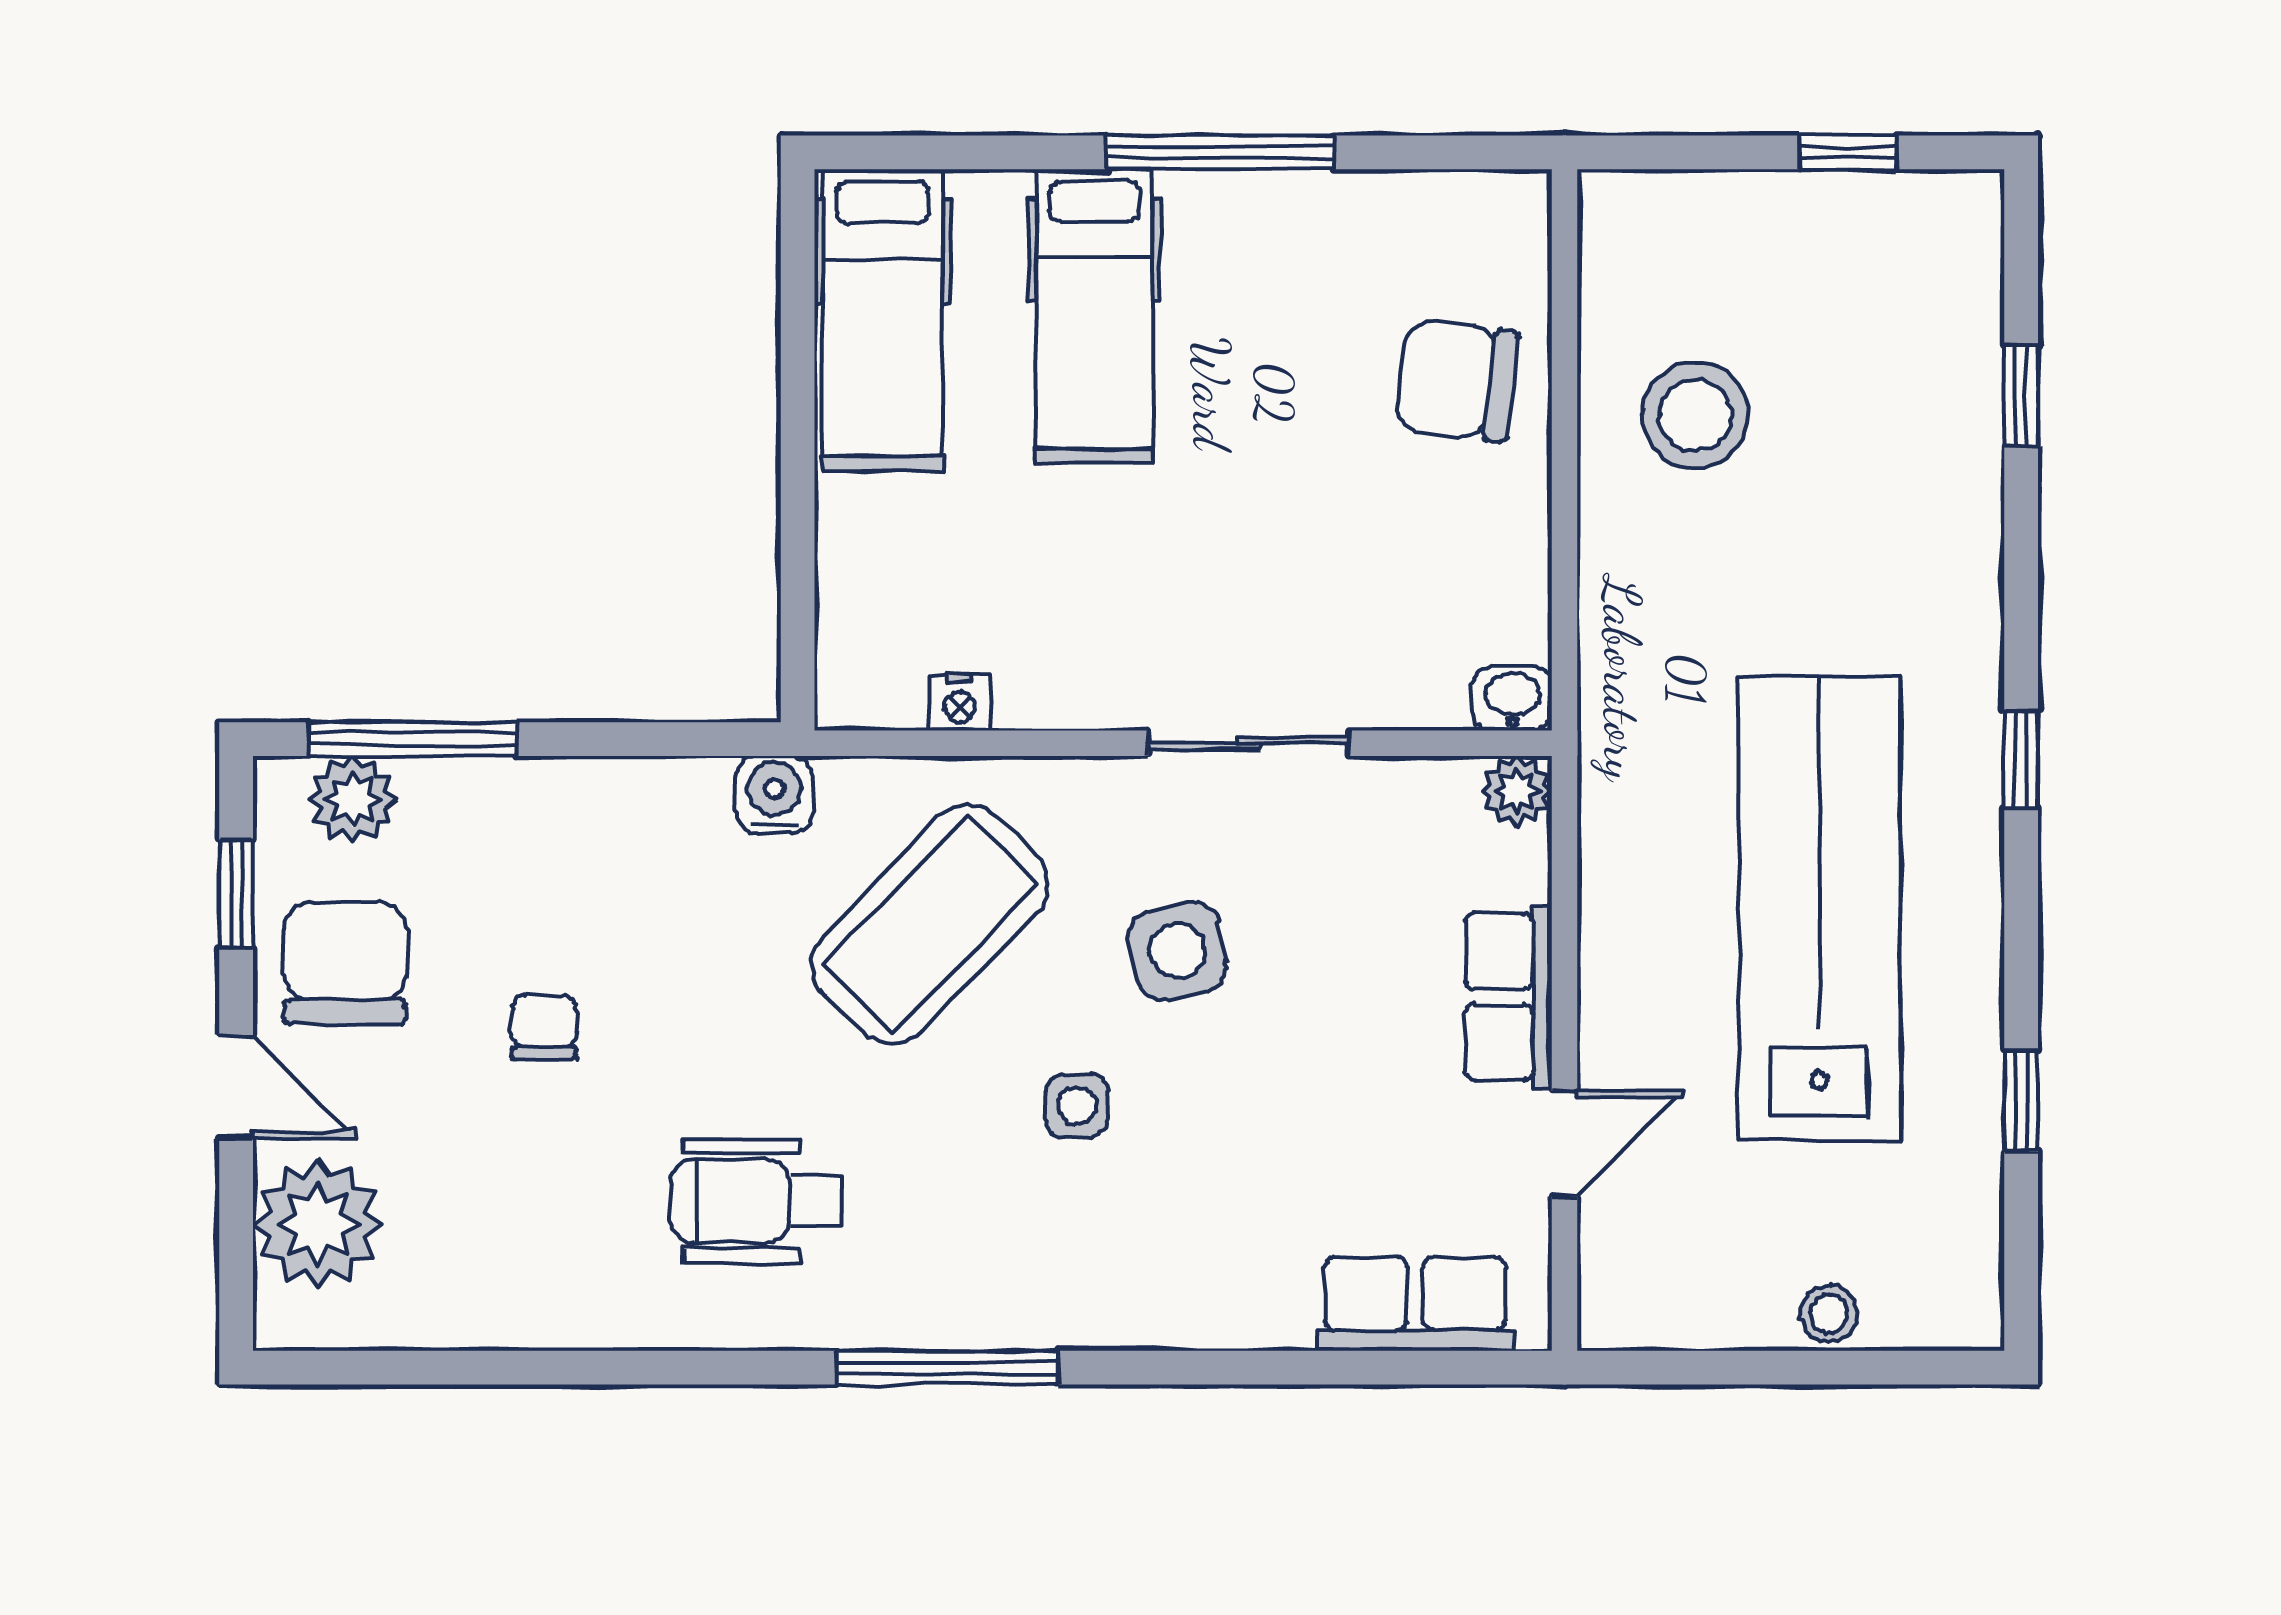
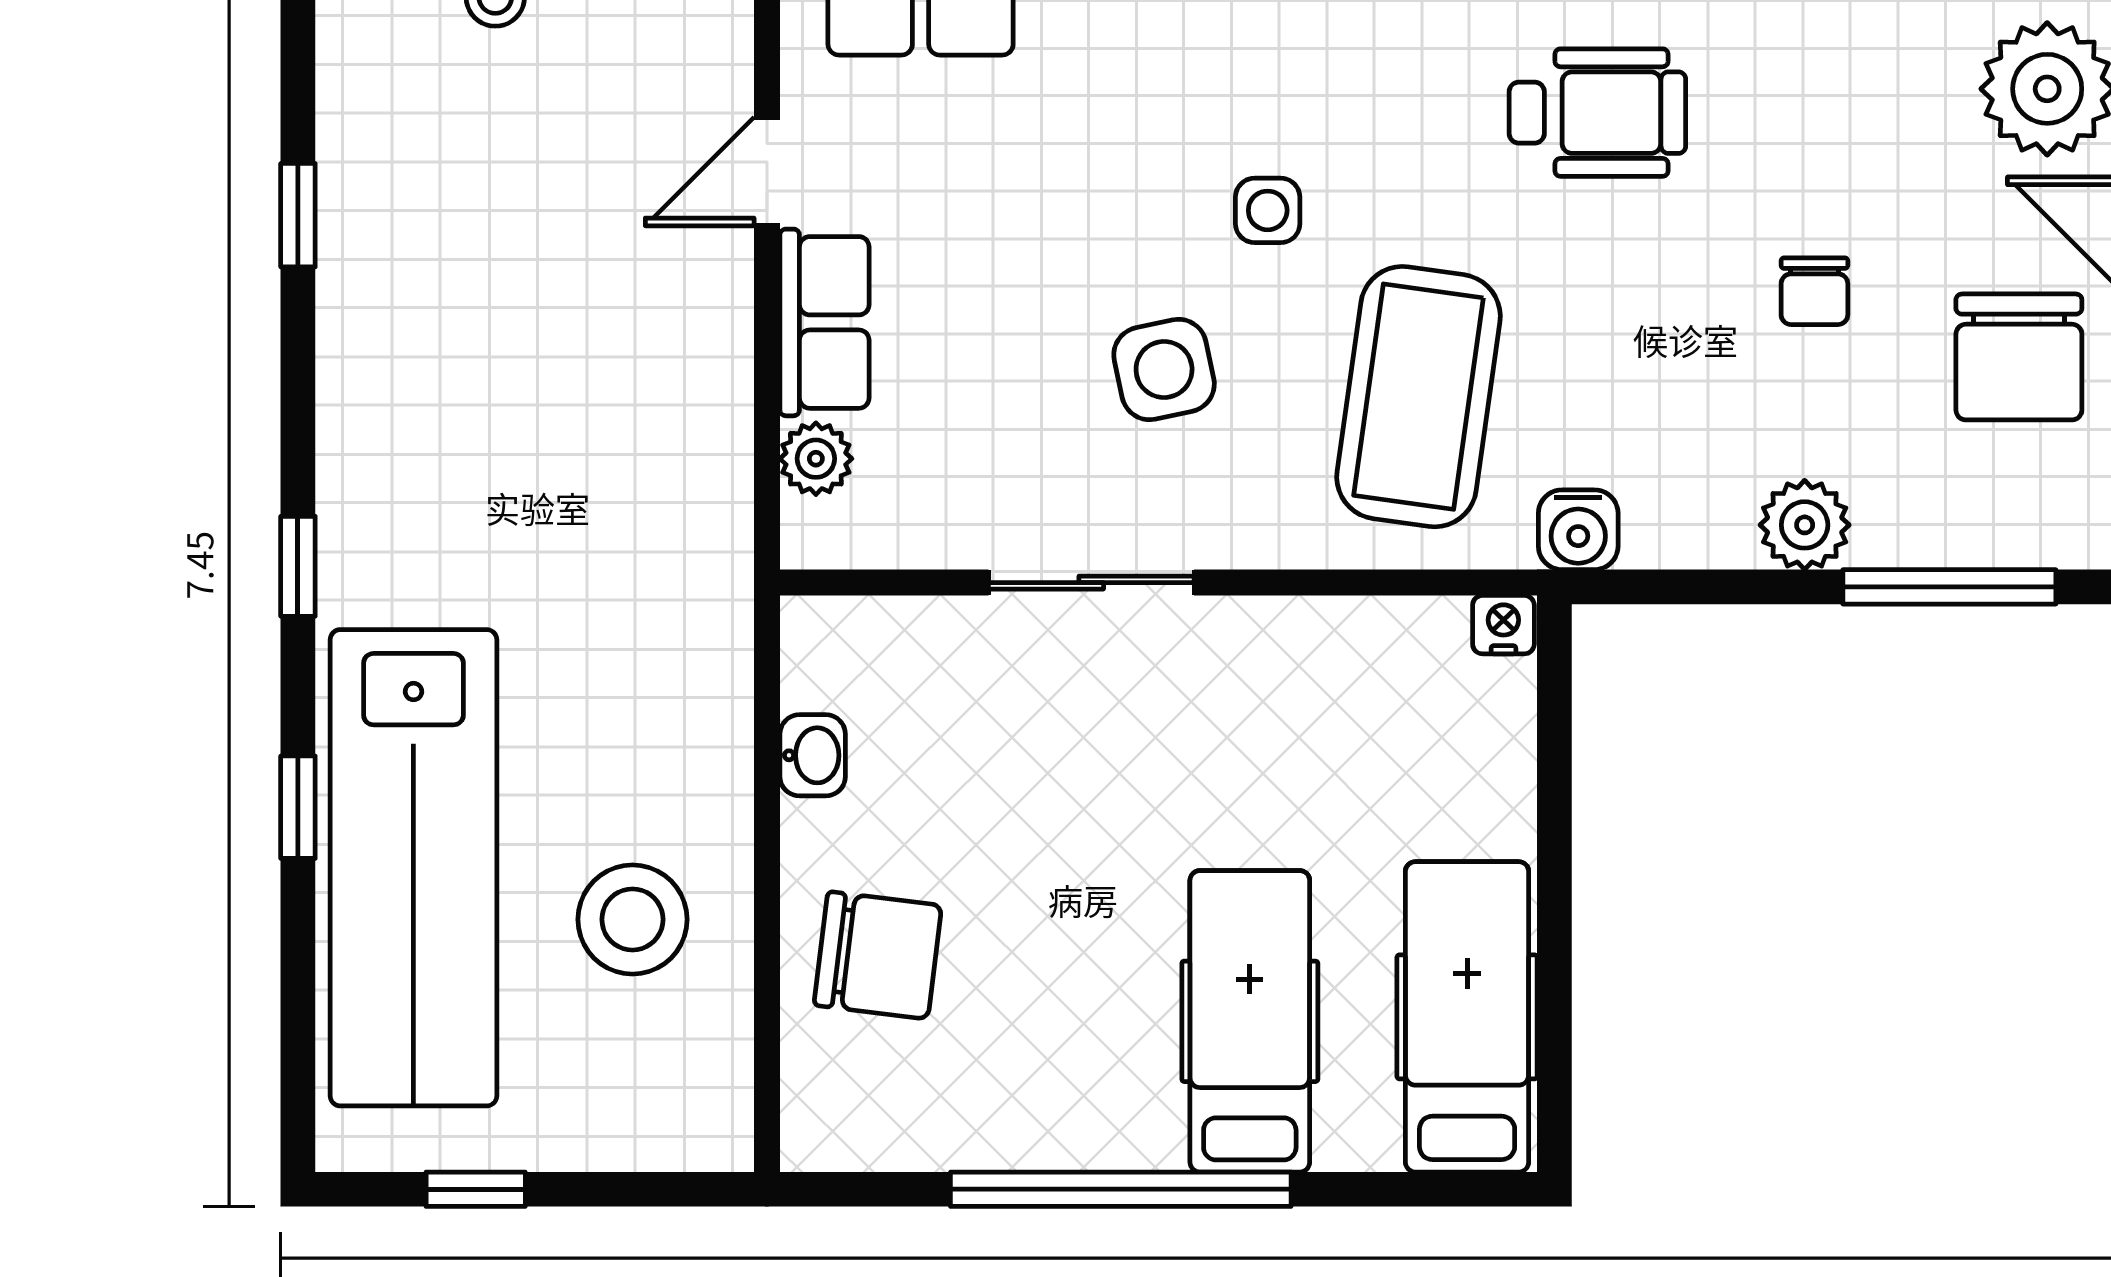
window: (1220, 152) -> (1121, 1189), width x1.46
window: (2021, 395) -> (298, 807), moved
washbasin: (1512, 699) -> (813, 755), moved, turned -90
nightstand: (960, 702) -> (1503, 625), moved
plant: (1517, 791) -> (816, 459), moved
plant: (353, 799) -> (1805, 525), moved
lab bench: (1819, 909) -> (413, 868), moved
coffee table: (930, 924) -> (1418, 397), turned -36

